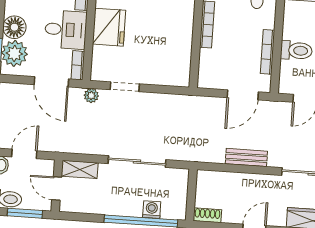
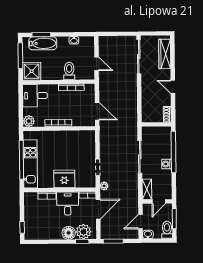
door: (243, 95) -> (97, 111), moved
door: (24, 154) -> (140, 222), hinge flipped
bench: (246, 157) -> (133, 95), removed
washing machine: (152, 210) -> (167, 164), moved

